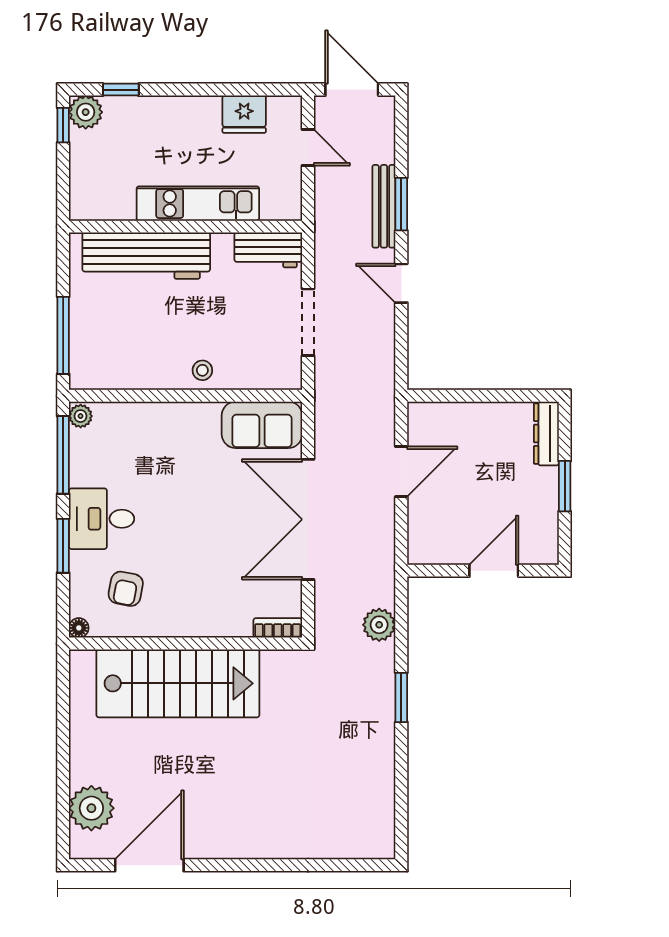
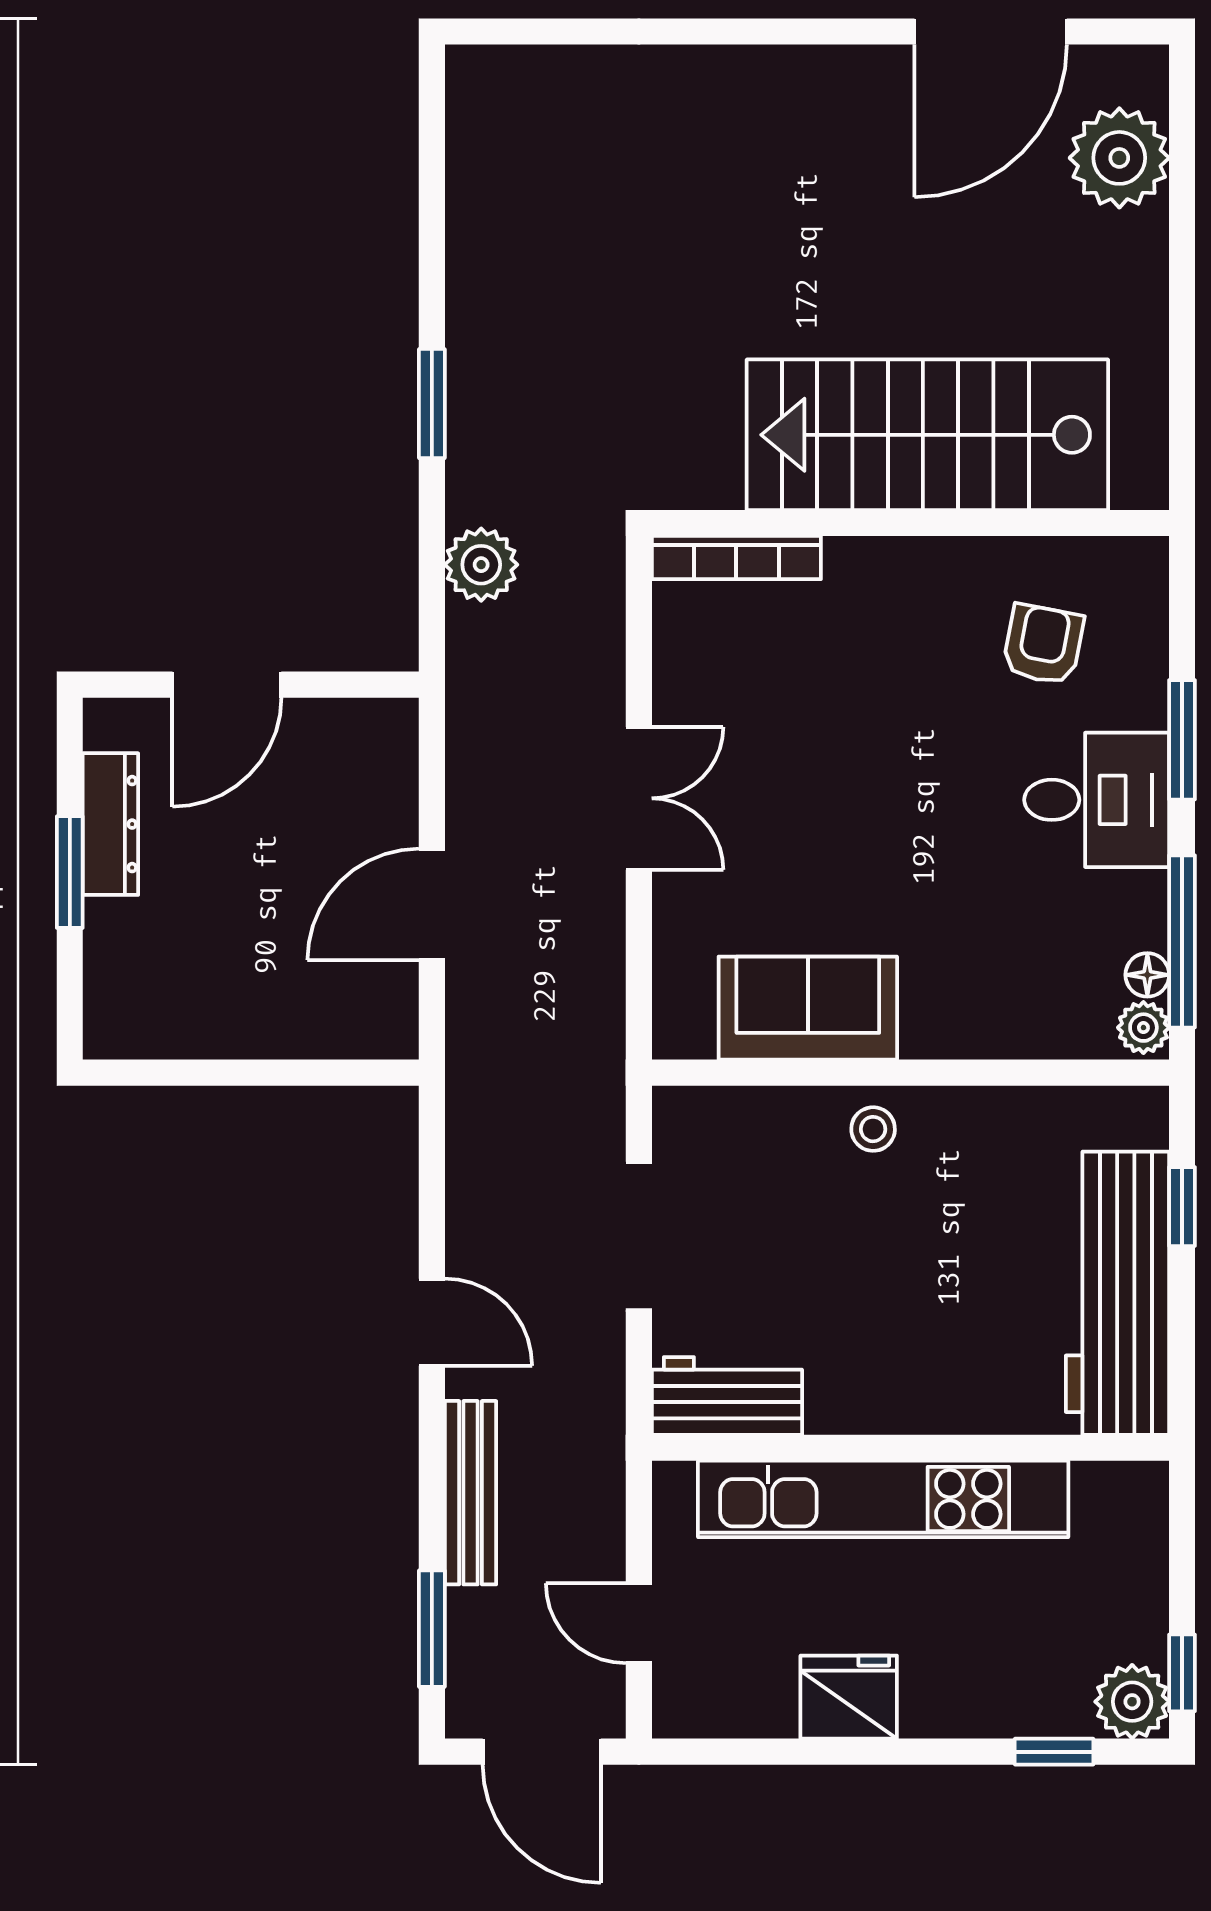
fridge: (244, 114) -> (849, 1697), moved
kitchen unit: (198, 204) -> (883, 1499), width x1.36
window: (401, 204) -> (432, 1629), moved
workbench: (146, 256) -> (1117, 1293), moved, turned -90
window: (63, 335) -> (1182, 1207), width x0.46
sofa: (262, 425) -> (808, 1008), moved
dresser: (546, 434) -> (110, 824), moved
double door: (308, 519) -> (639, 798), width x0.54
floor lamp: (79, 628) -> (1147, 975), moved
bookcase: (278, 628) -> (736, 558), width x1.56

